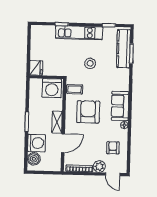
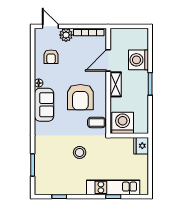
kitchen unit: (79, 33) -> (113, 187), moved
kitchen counter: (124, 49) -> (42, 170), removed
boiler: (34, 159) -> (141, 42), removed

